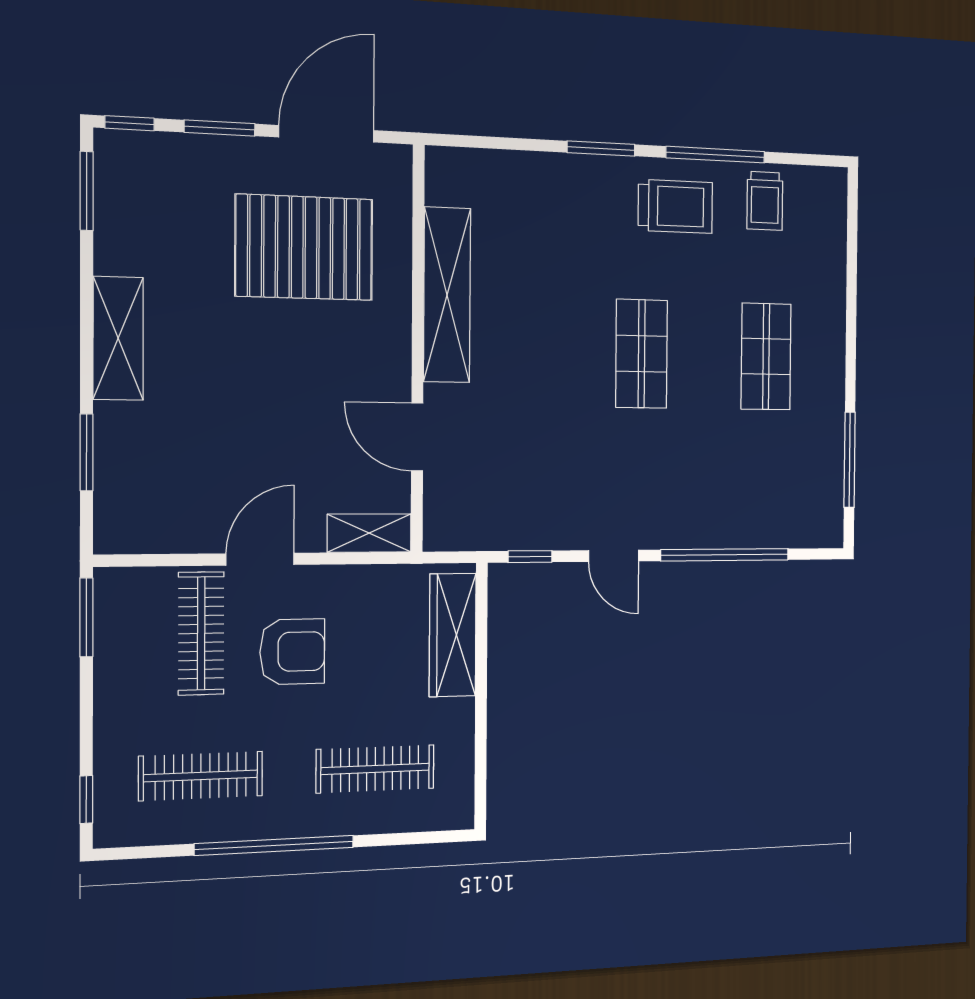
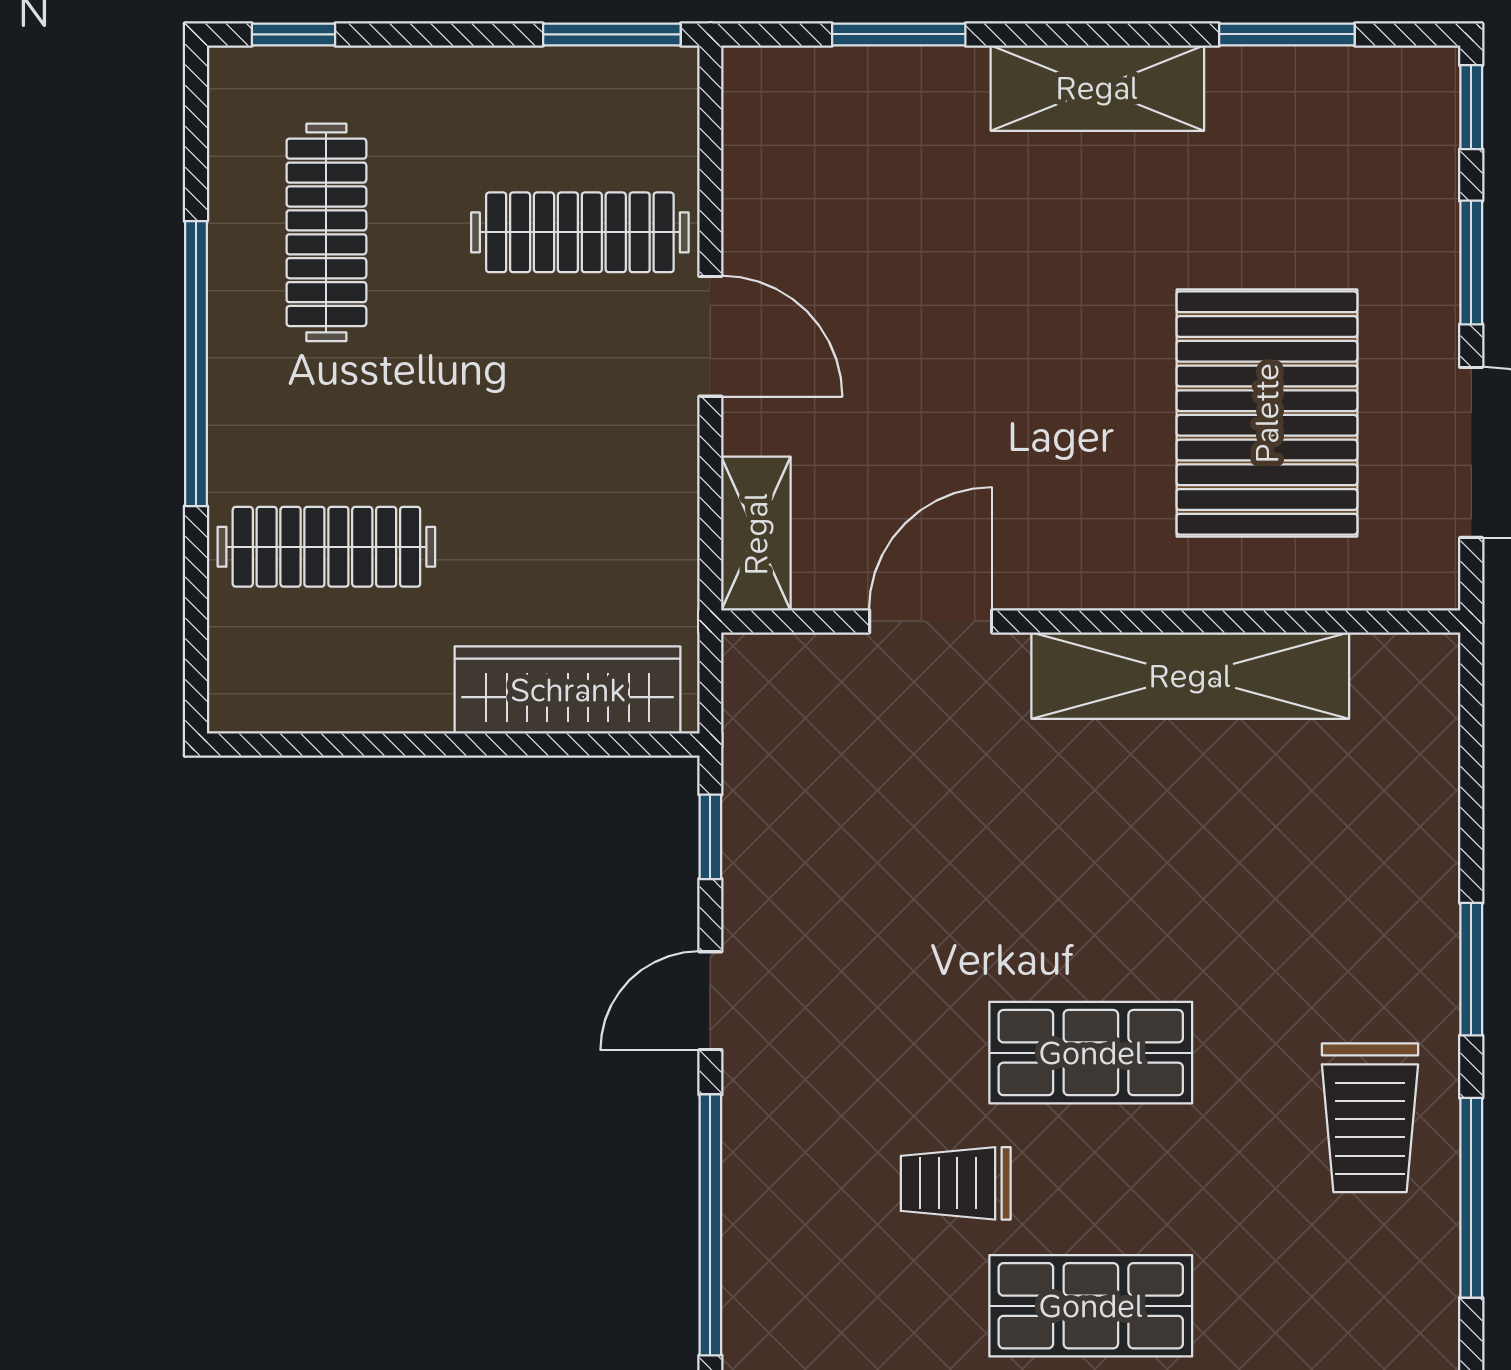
window: (87, 191) -> (1287, 34), moved
trolley: (765, 201) -> (956, 1183), moved
armchair: (292, 652) -> (544, 394), removed
clothes rail: (375, 769) -> (326, 547), turned 90

